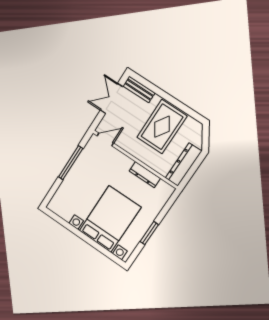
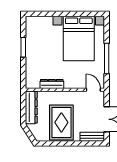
door: (105, 139) -> (93, 90), swing flipped
bed with nightstands: (110, 219) -> (79, 39), moved

